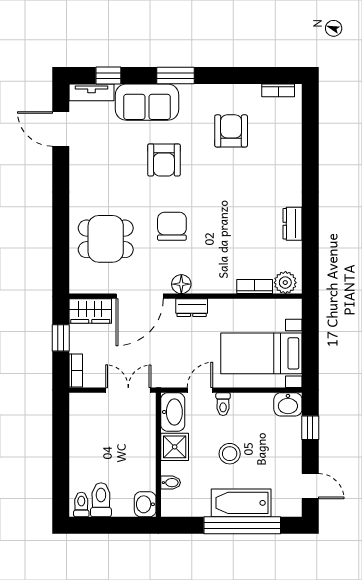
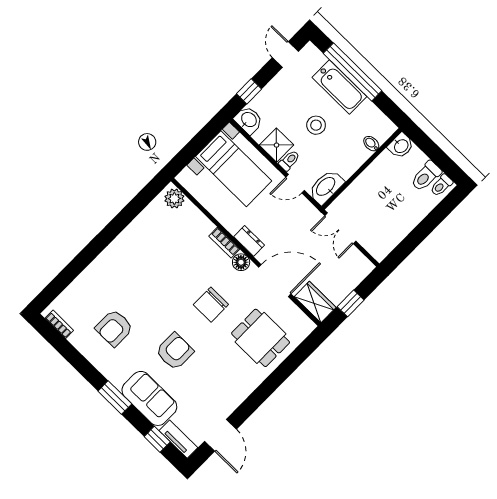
dresser: (292, 224) -> (133, 231), removed
bookcase: (255, 287) -> (224, 243), moved
bookcase: (76, 371) -> (361, 273), removed
shower: (175, 447) -> (277, 145), moved

